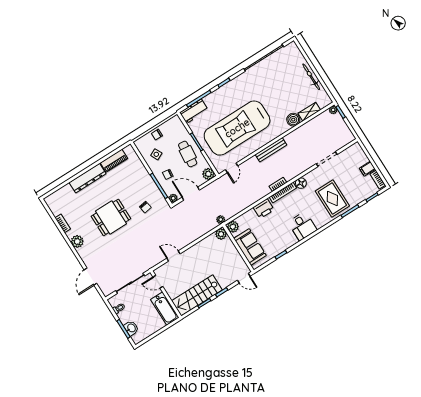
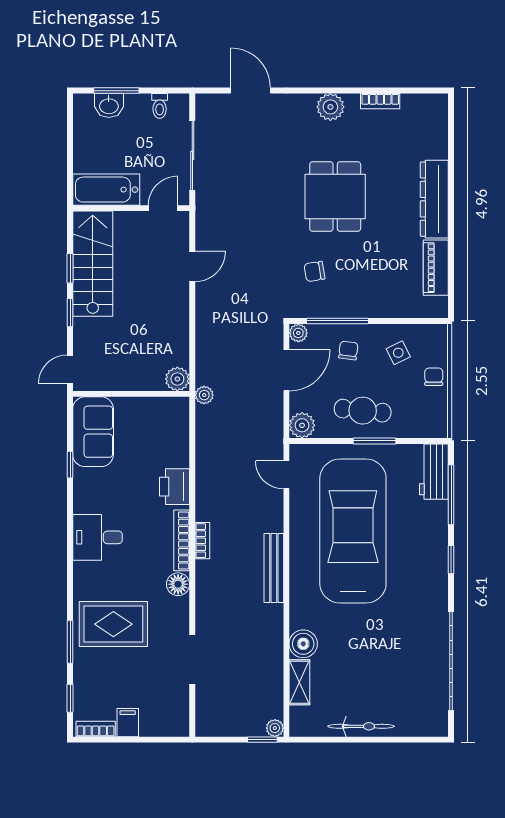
plant: (233, 227) -> (177, 409), removed
sofa: (250, 247) -> (93, 432), moved, turned -90

